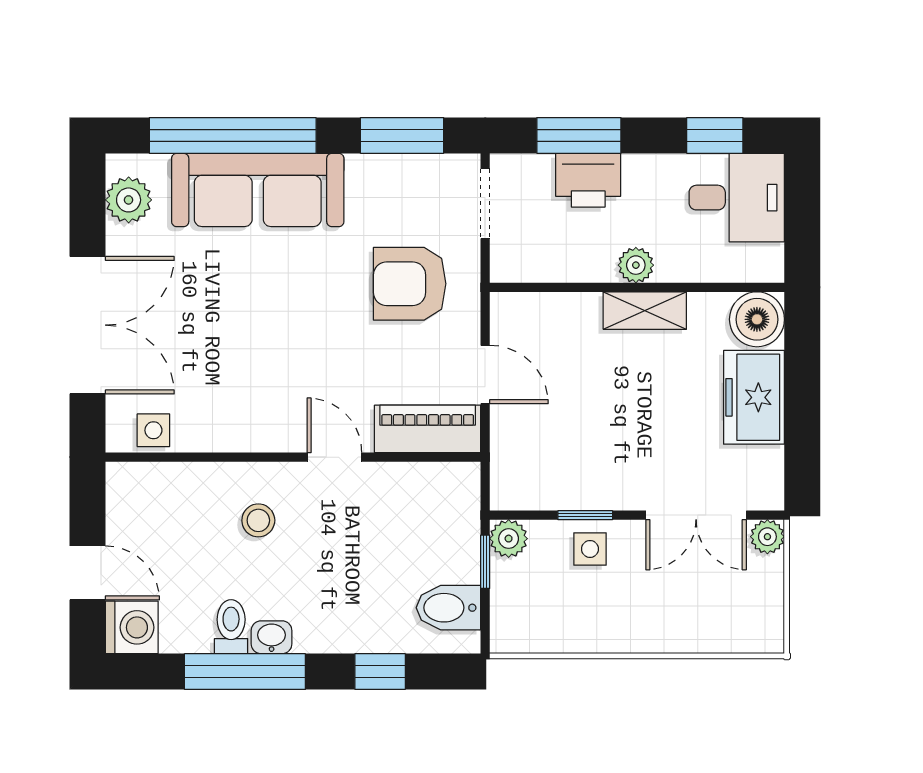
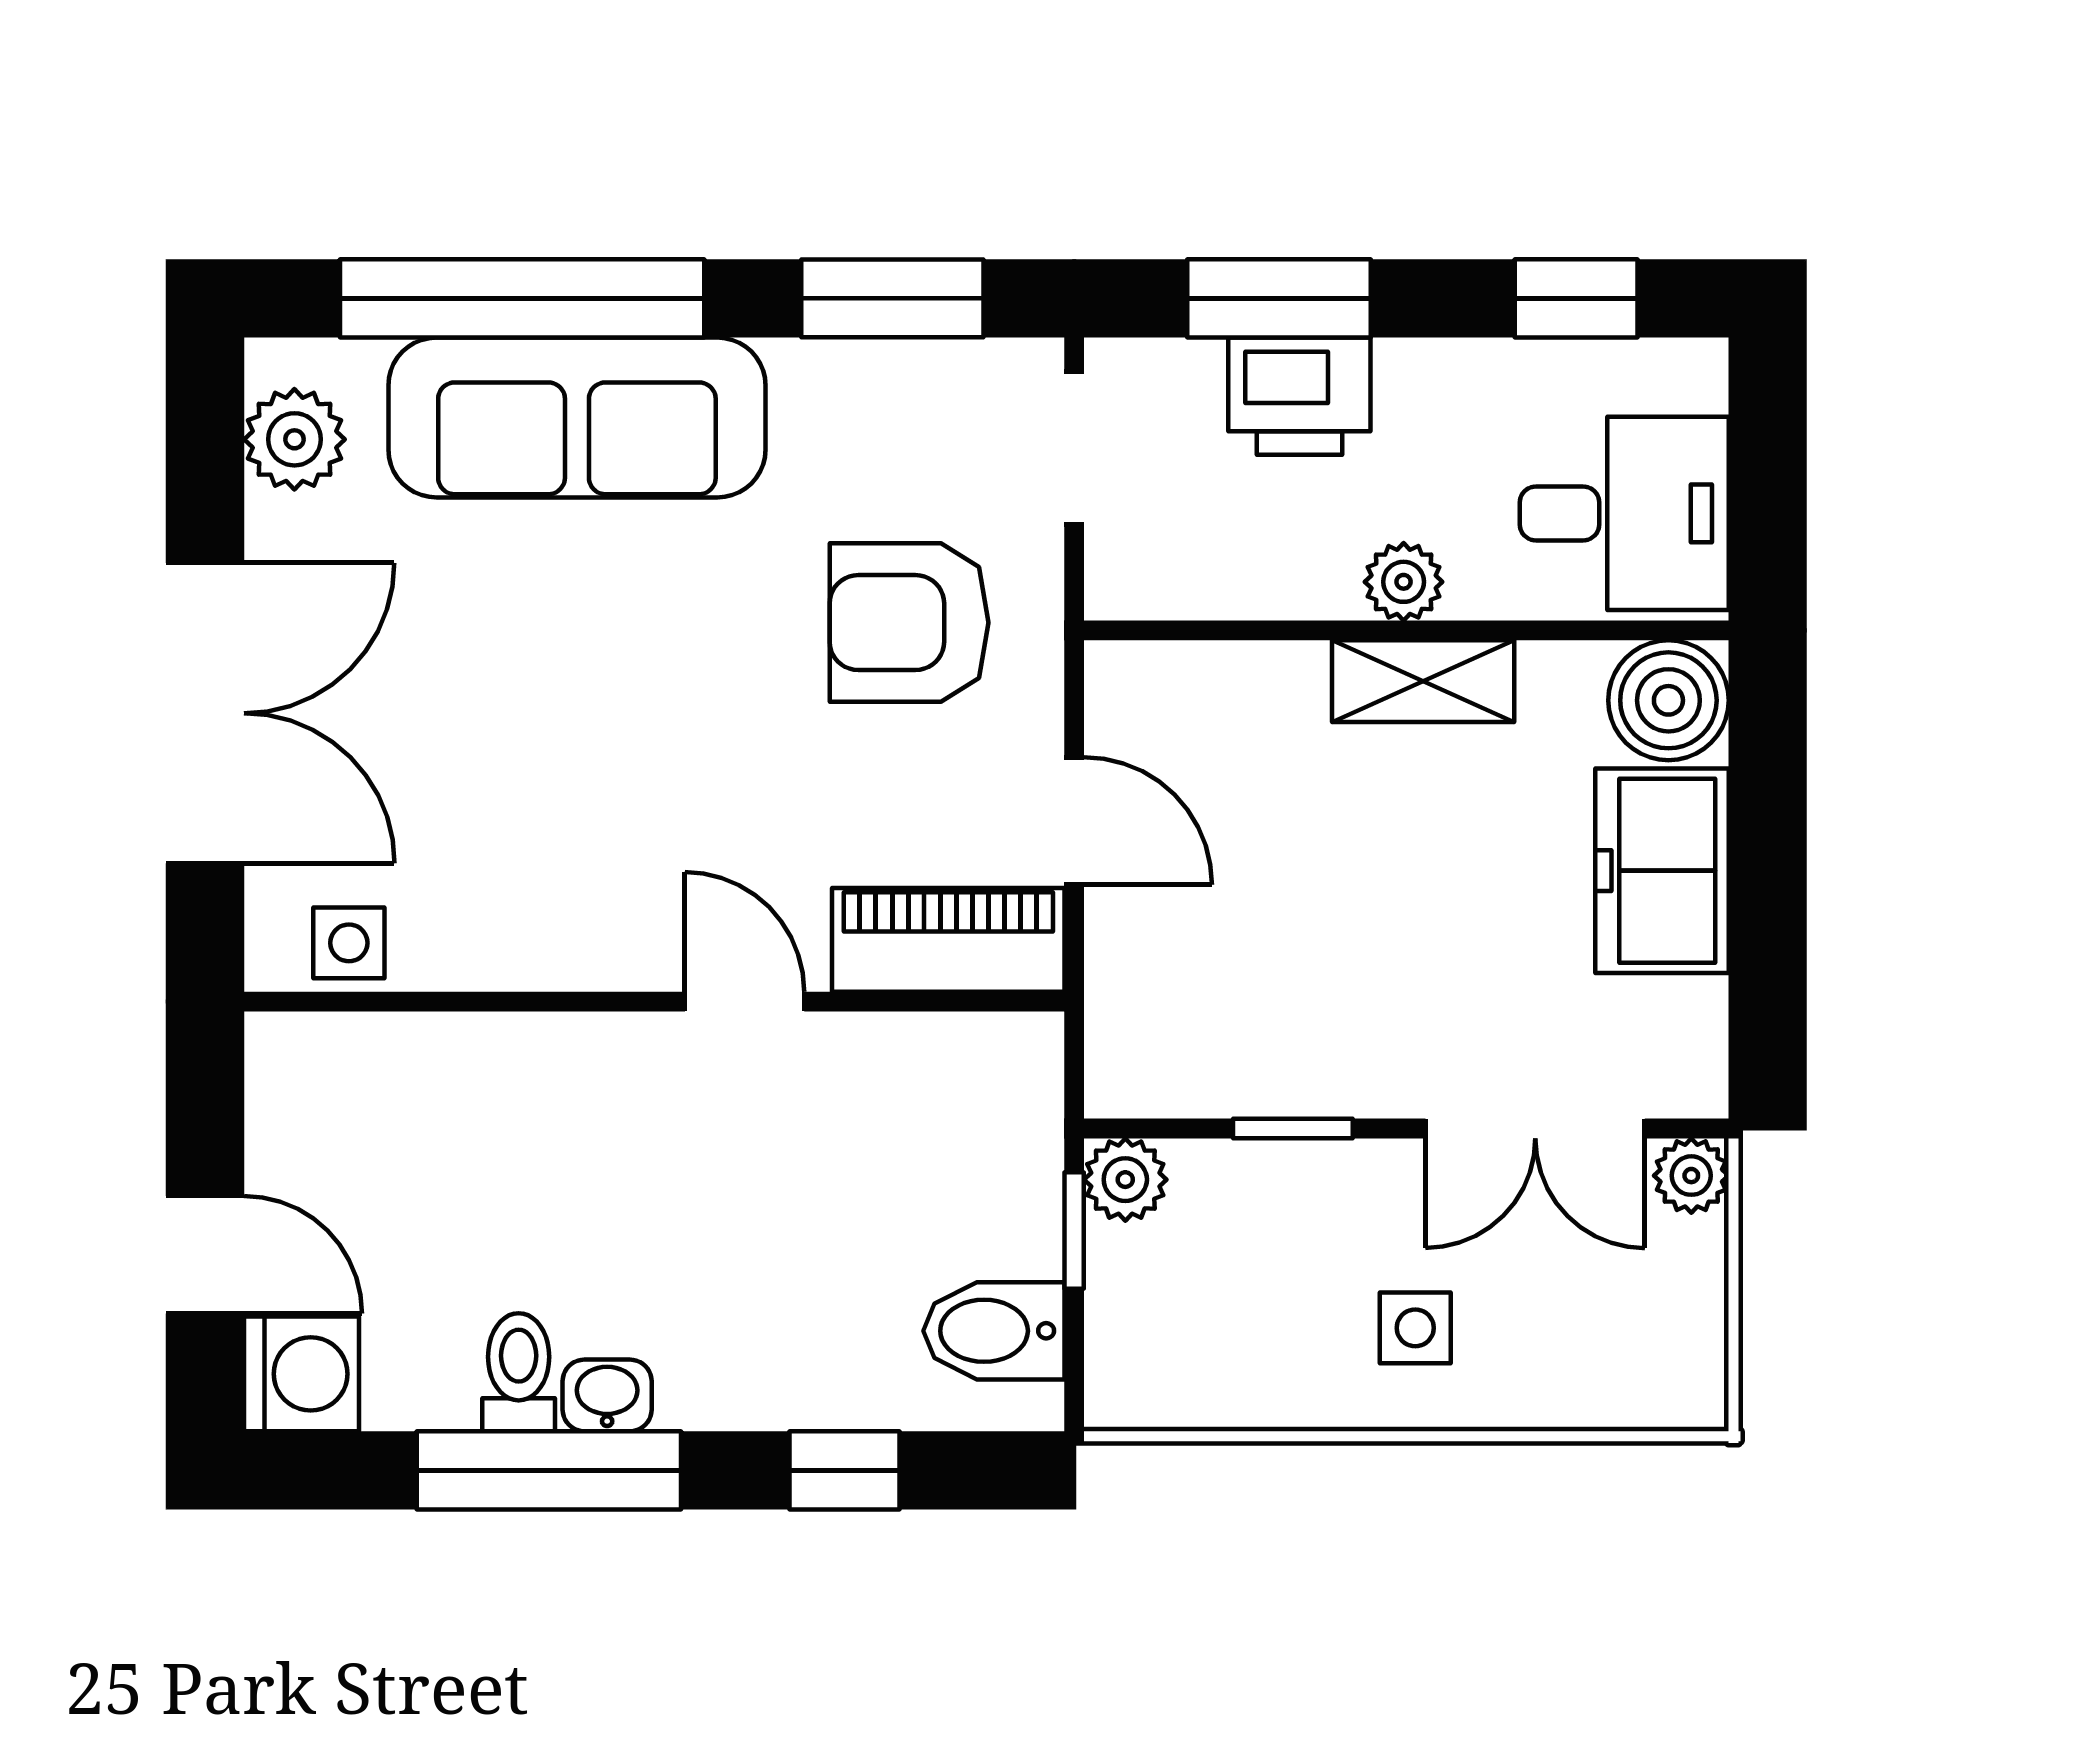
desk: (737, 198) -> (1624, 513), moved
stool: (258, 520) -> (578, 1140), removed
side table: (590, 549) -> (1415, 1328), moved

